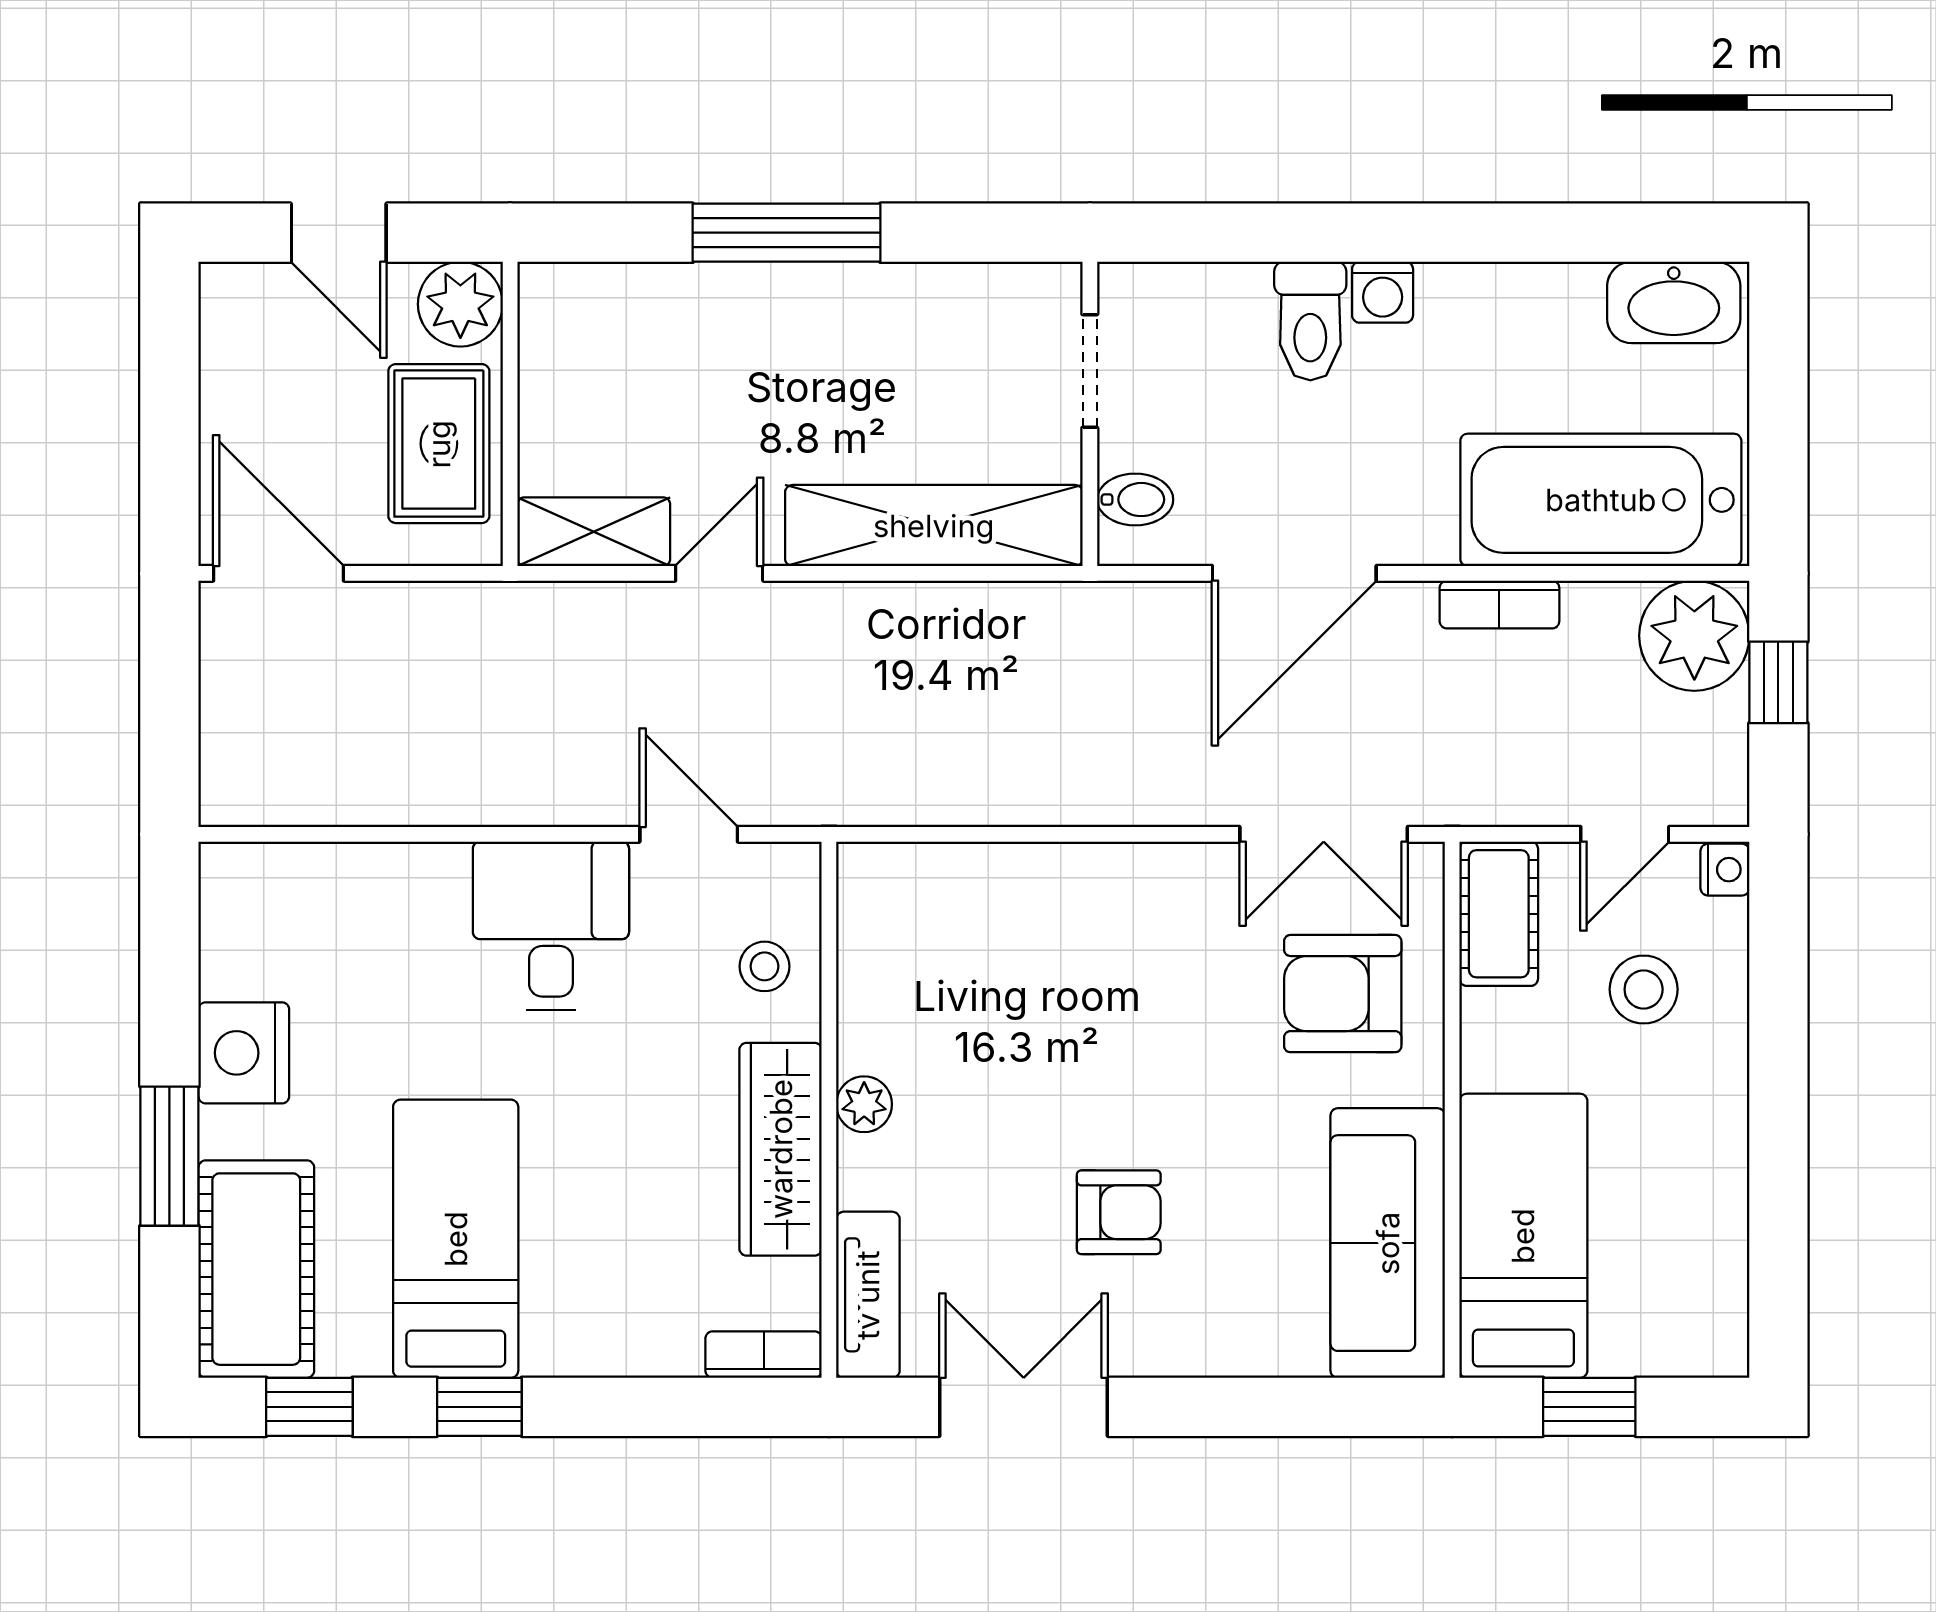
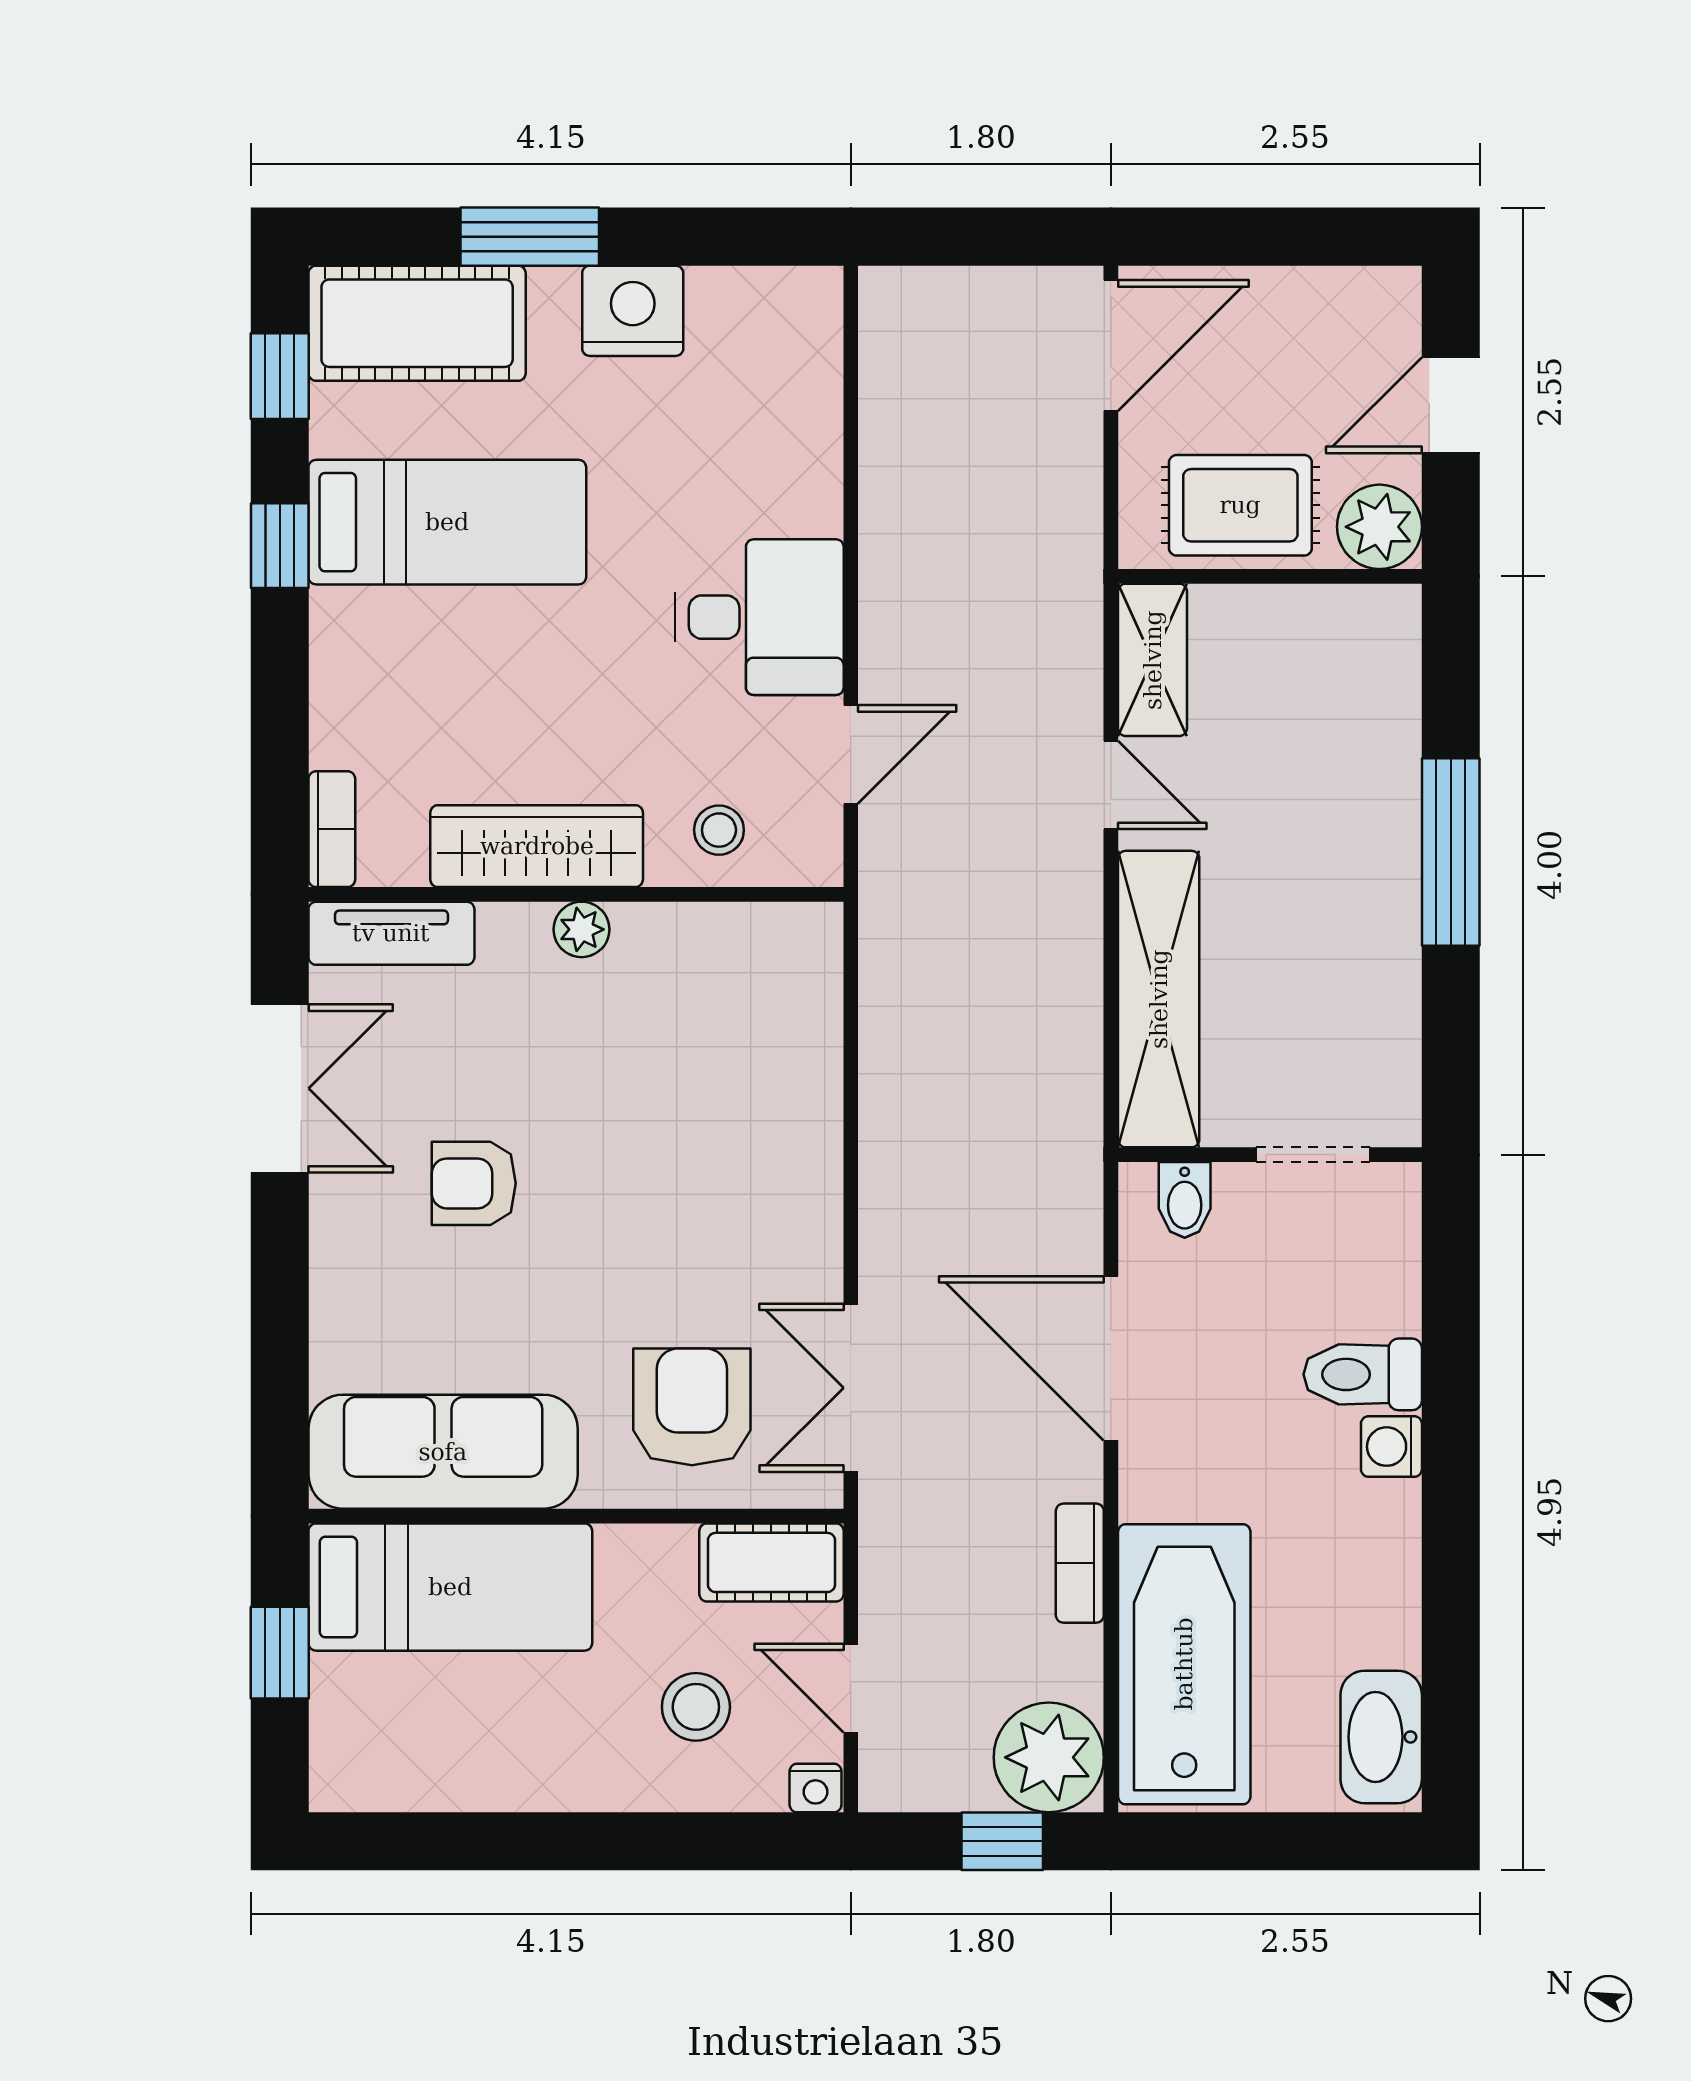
armchair: (1119, 1212) -> (474, 1183), turned 90

